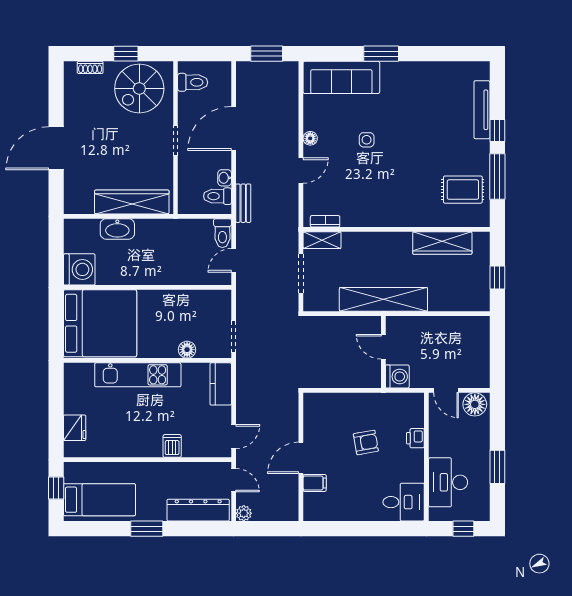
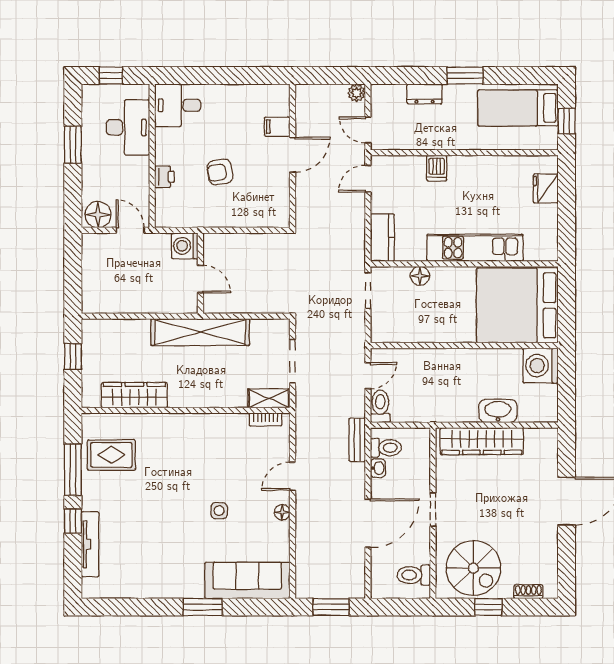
spiral stairs: (139, 89) -> (473, 568), turned 90
dresser: (198, 510) -> (425, 94), width x0.51, depth x0.80

